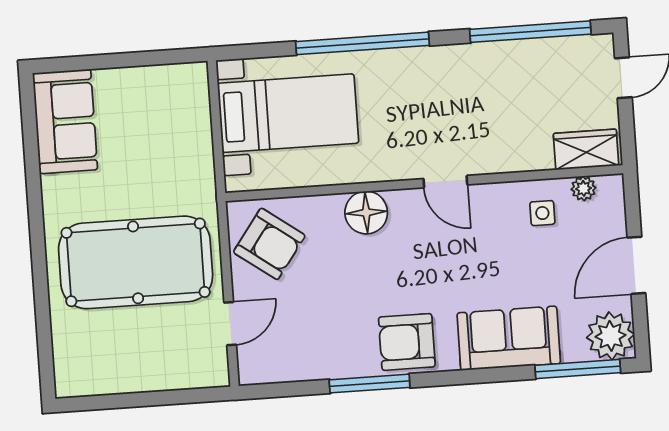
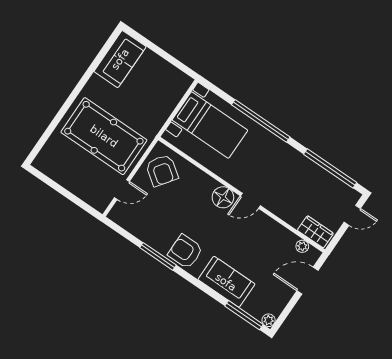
door: (445, 182) -> (250, 201), hinge flipped
floor lamp: (366, 213) -> (223, 197), moved
side table: (542, 213) -> (279, 243), removed
door: (636, 265) -> (307, 281), moved
plant: (611, 336) -> (269, 320), width x0.53, depth x0.53

